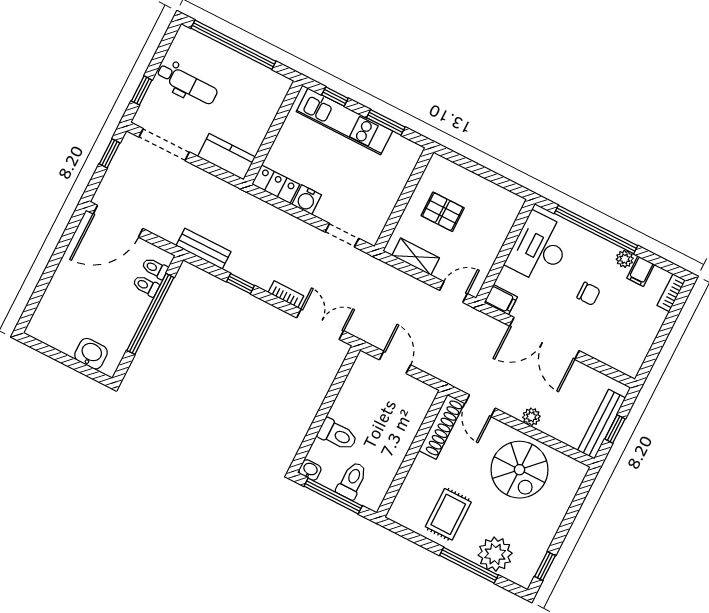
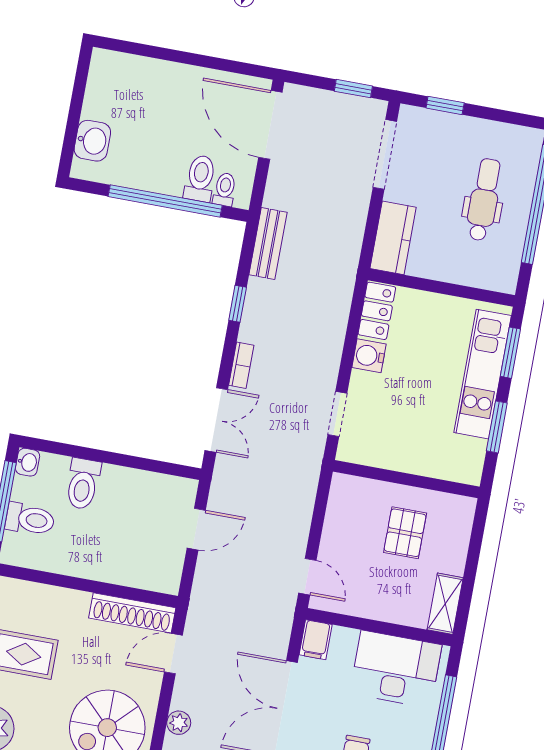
dental chair: (187, 84) -> (484, 200), moved, turned 180
window: (335, 97) -> (510, 353), width x1.50
shelving: (416, 257) -> (445, 604), moved
toilet: (146, 286) -> (200, 178), width x1.37, depth x1.39

